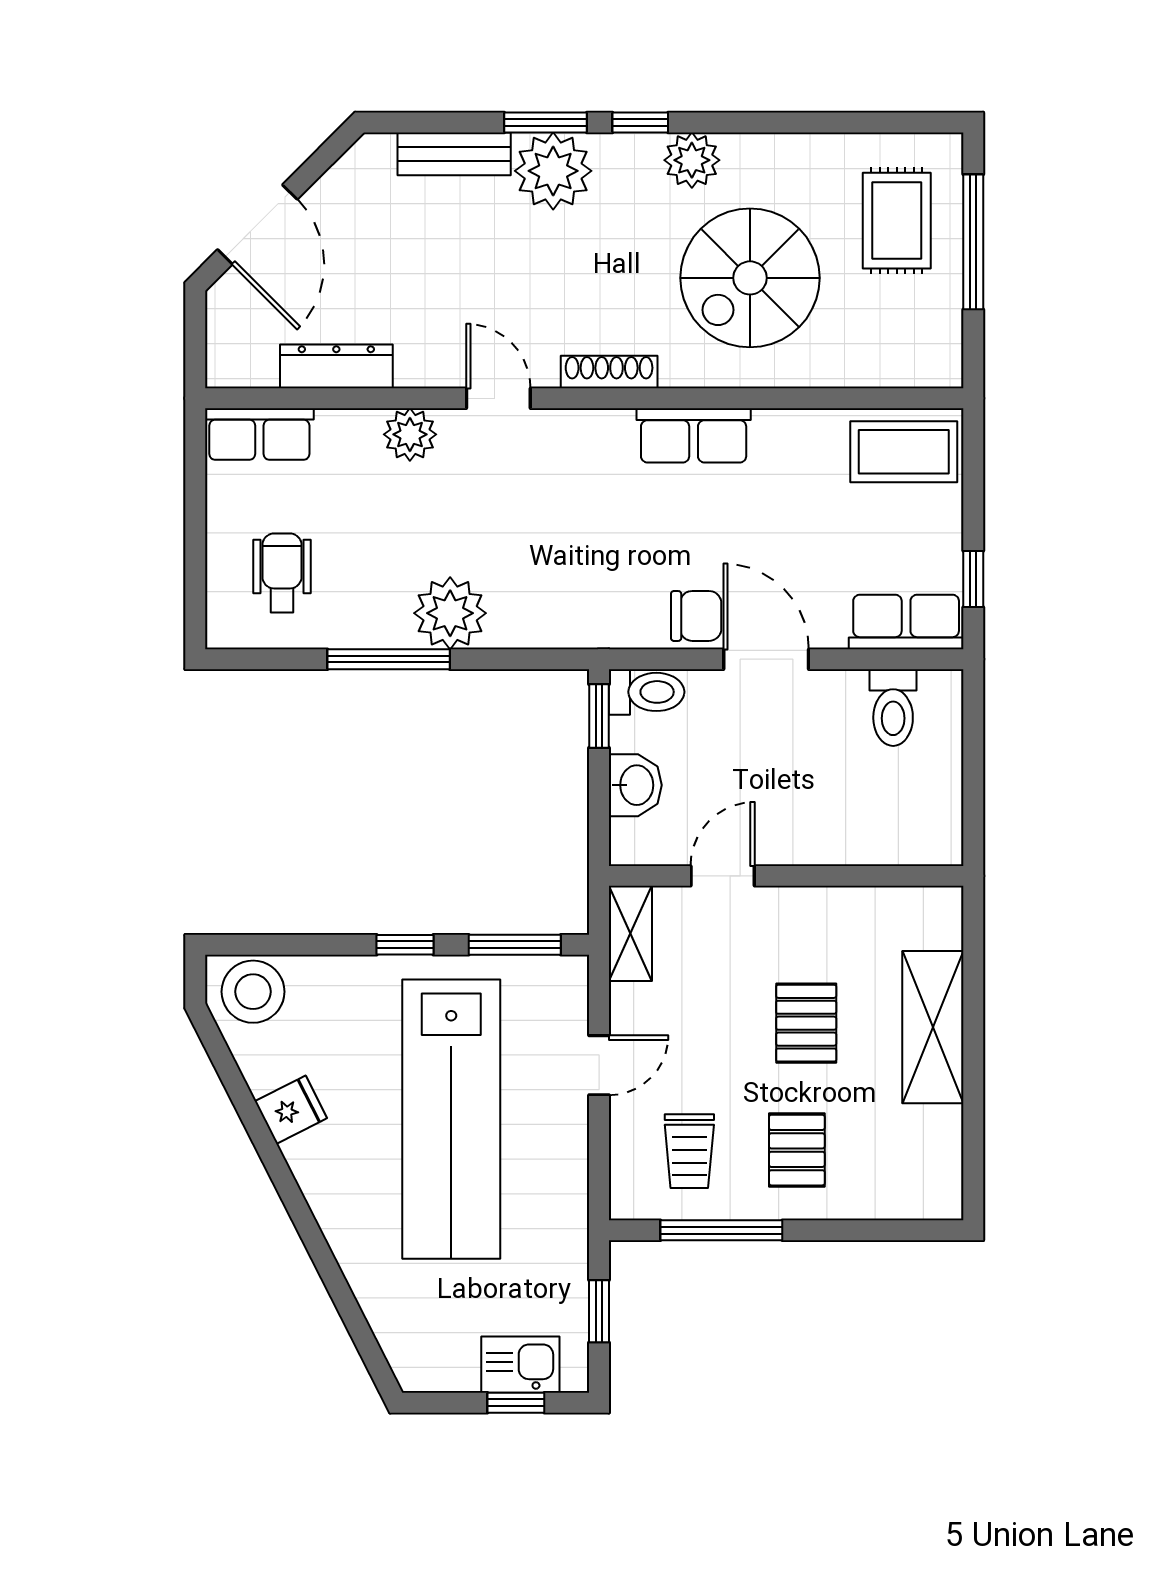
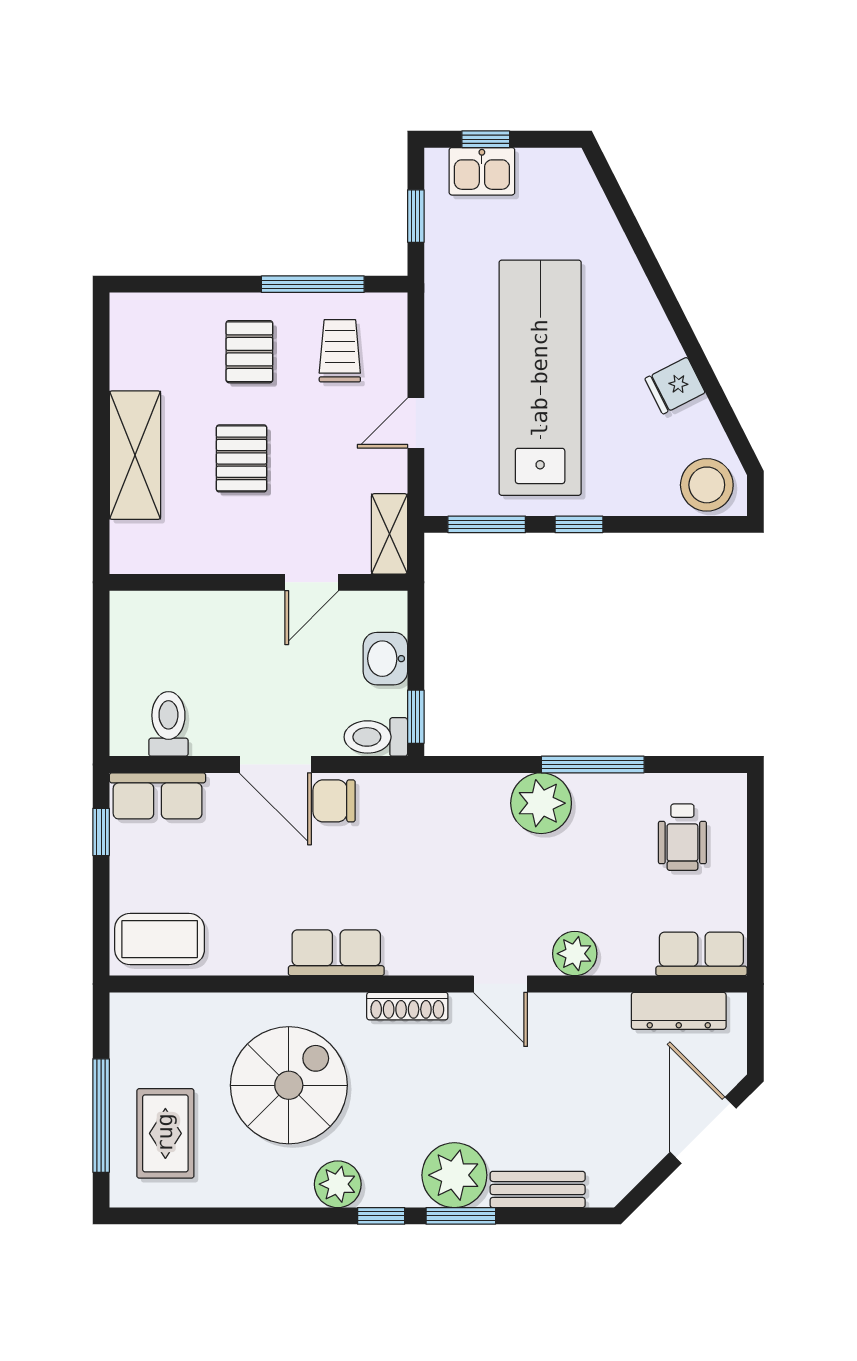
dresser: (336, 366) -> (679, 1011), moved

